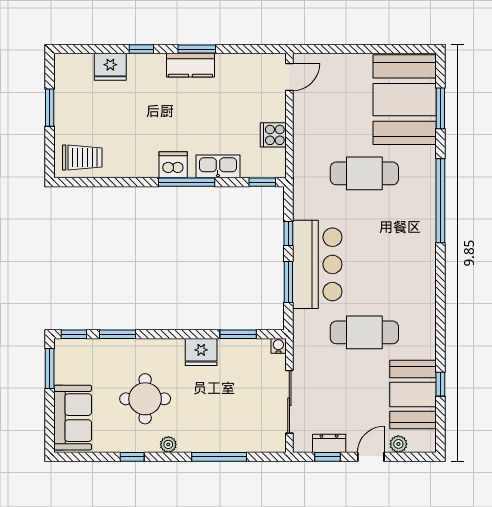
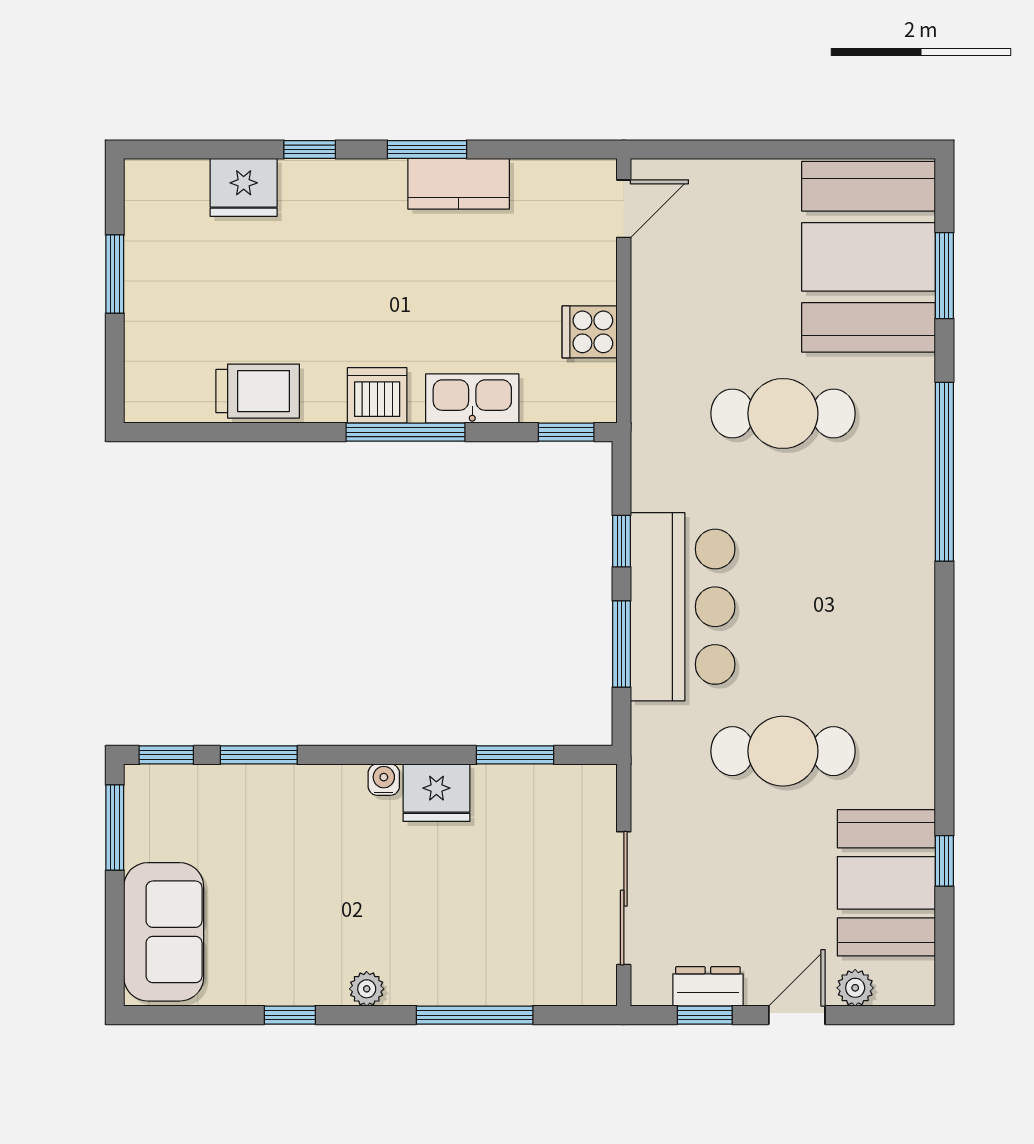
kitchen counter: (190, 65) -> (459, 184), moved
trolley: (82, 157) -> (258, 391), moved
water cooler: (278, 346) -> (384, 780), moved
round table: (145, 399) -> (317, 892), removed

